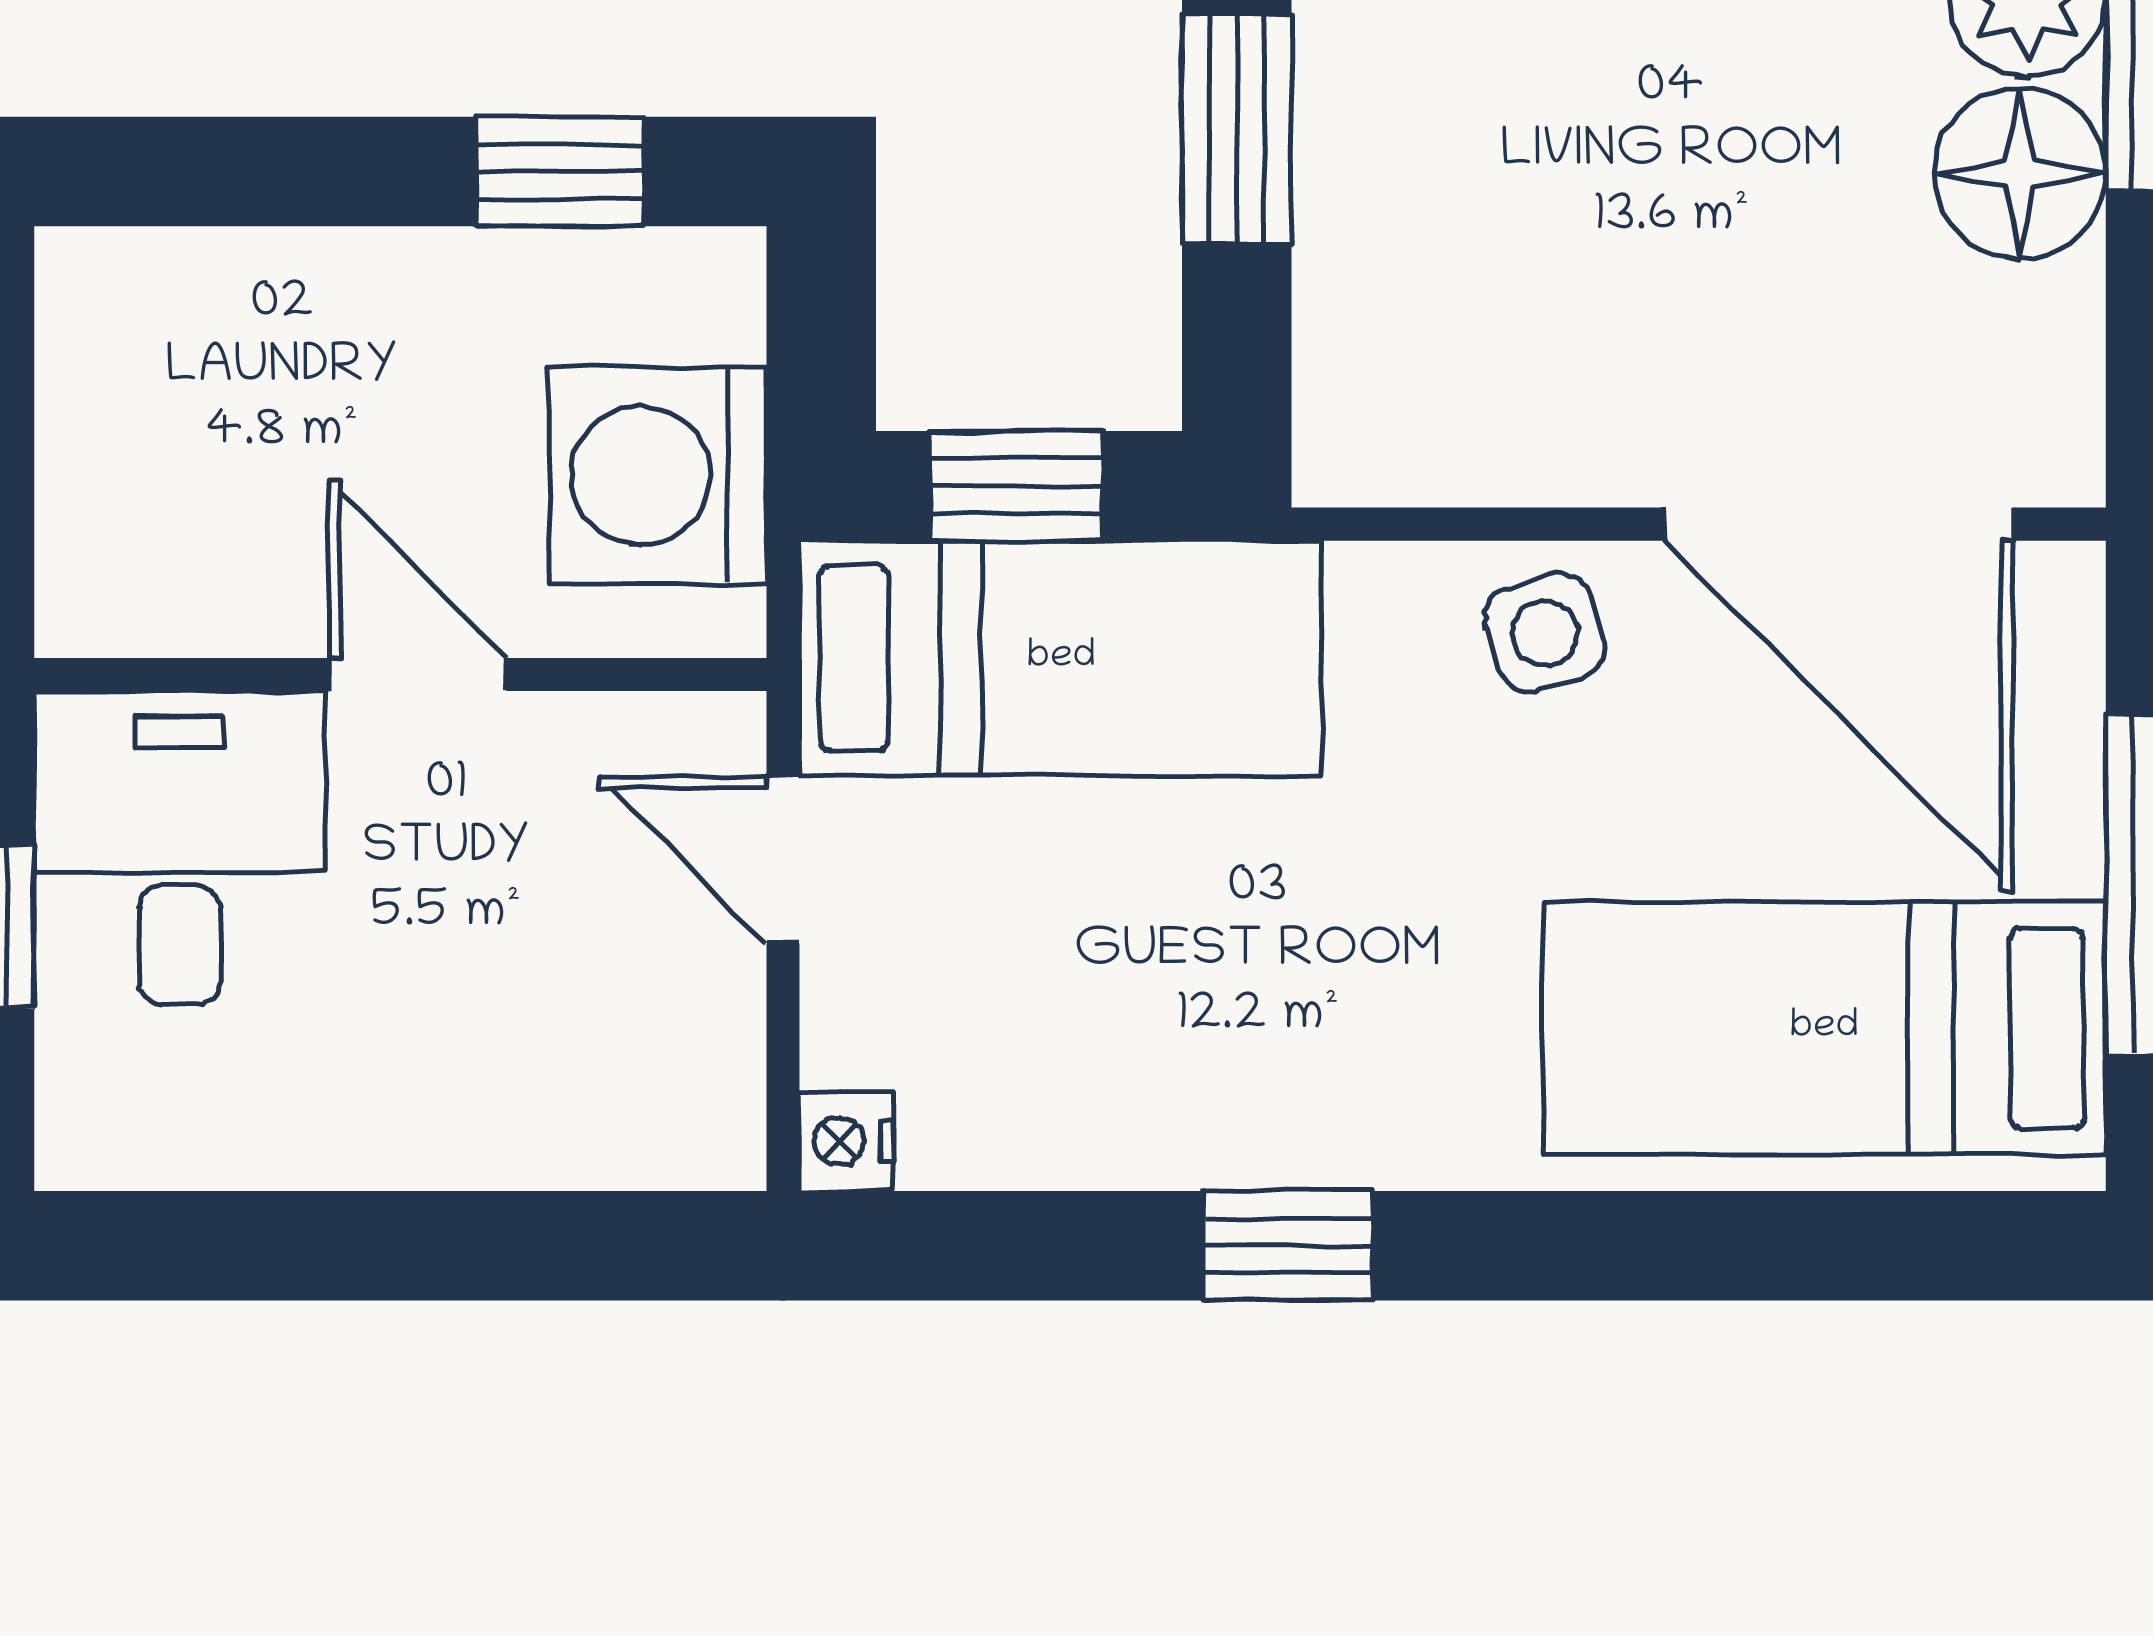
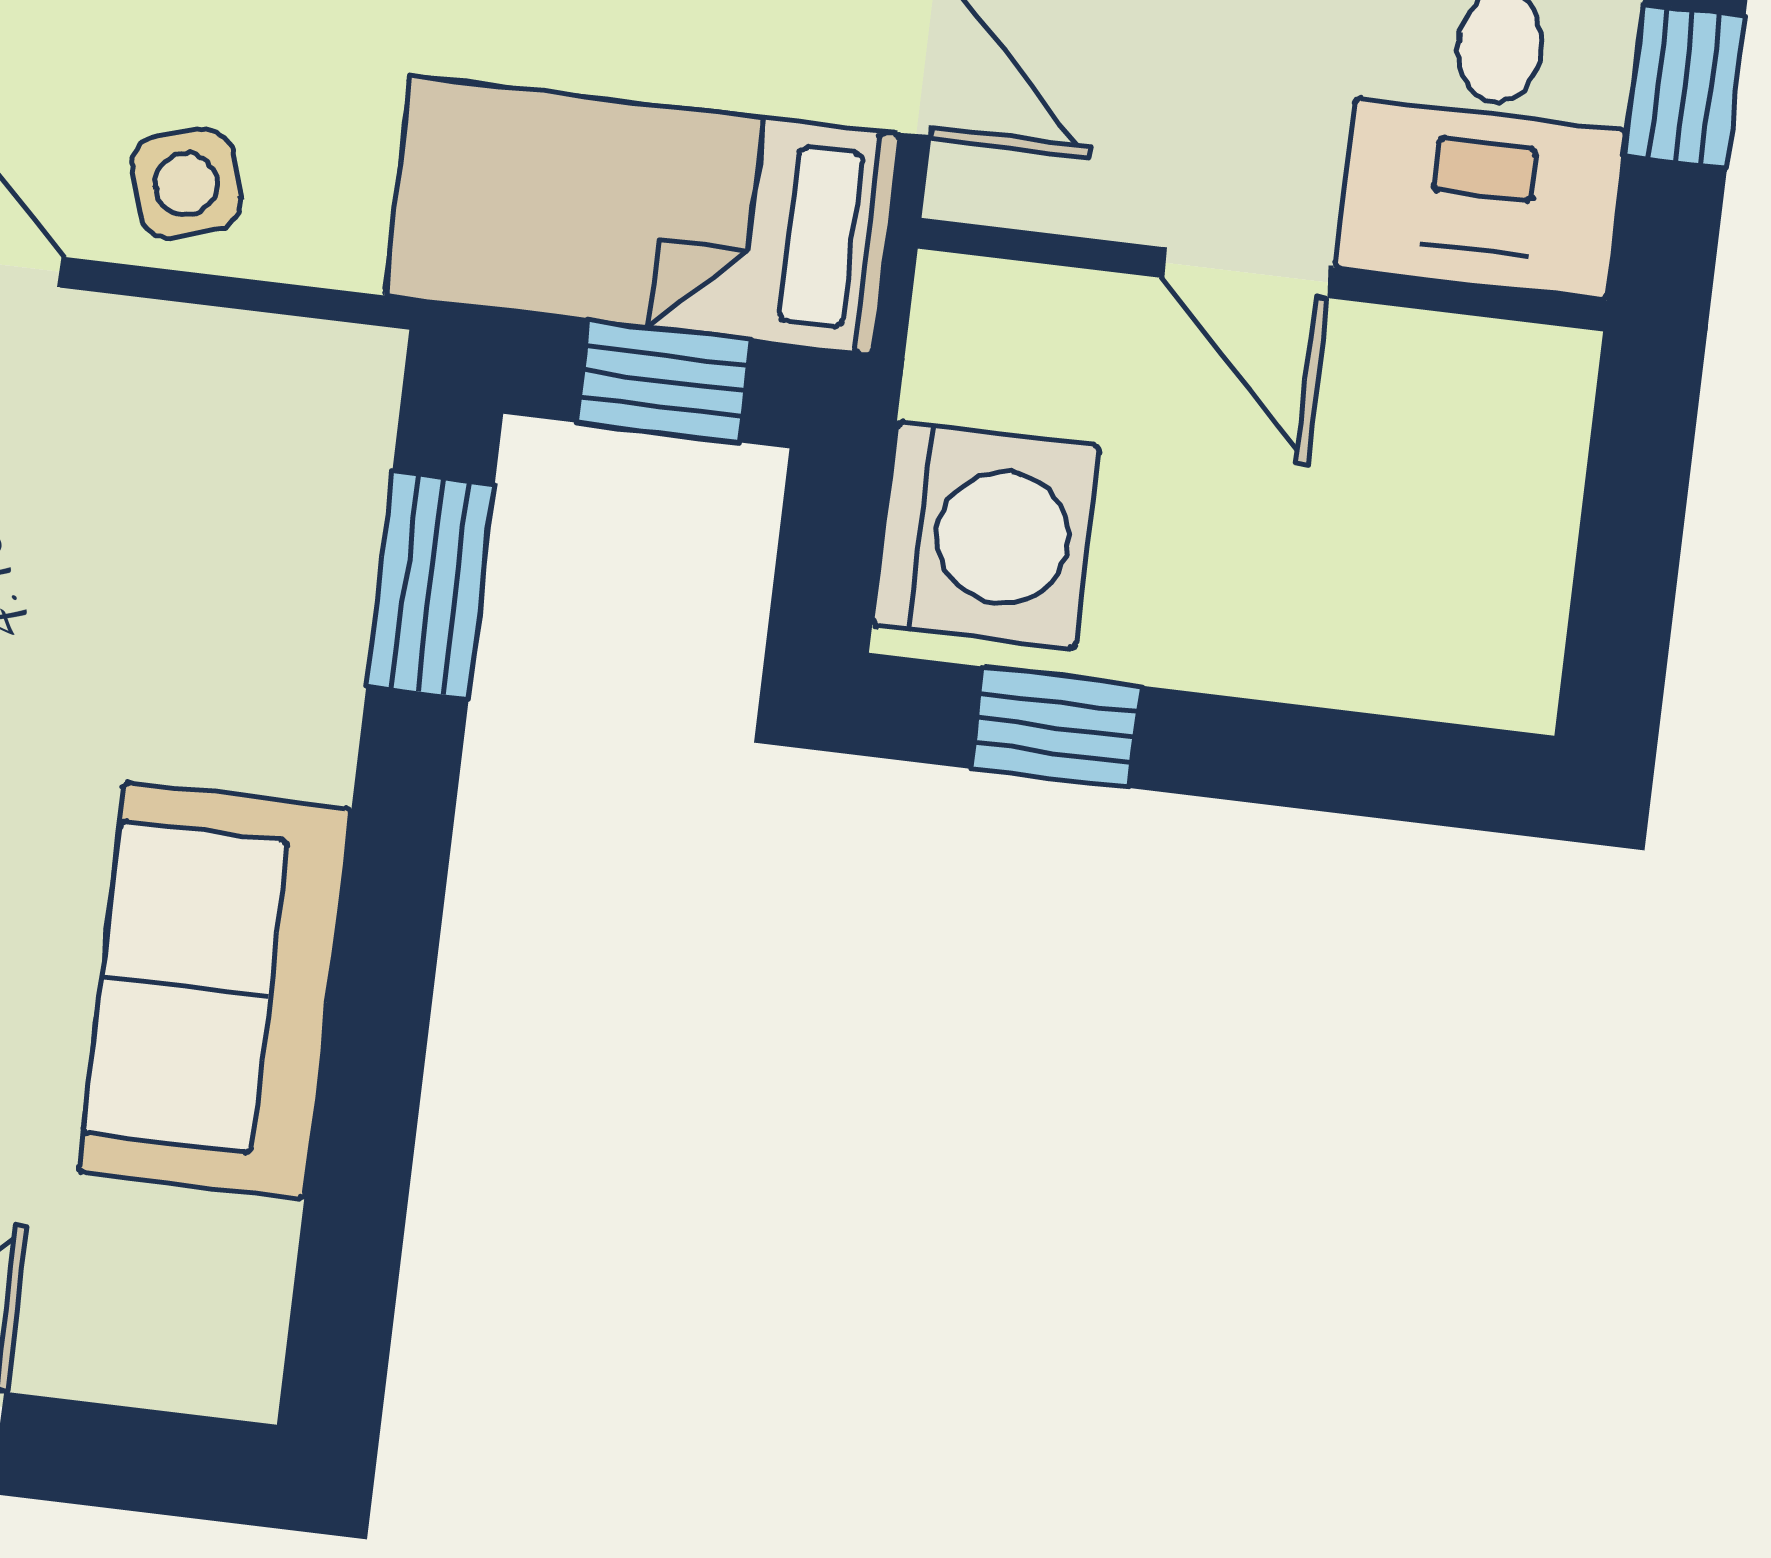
window: (1237, 129) -> (430, 585), moved
washing machine: (658, 475) -> (986, 535), moved

